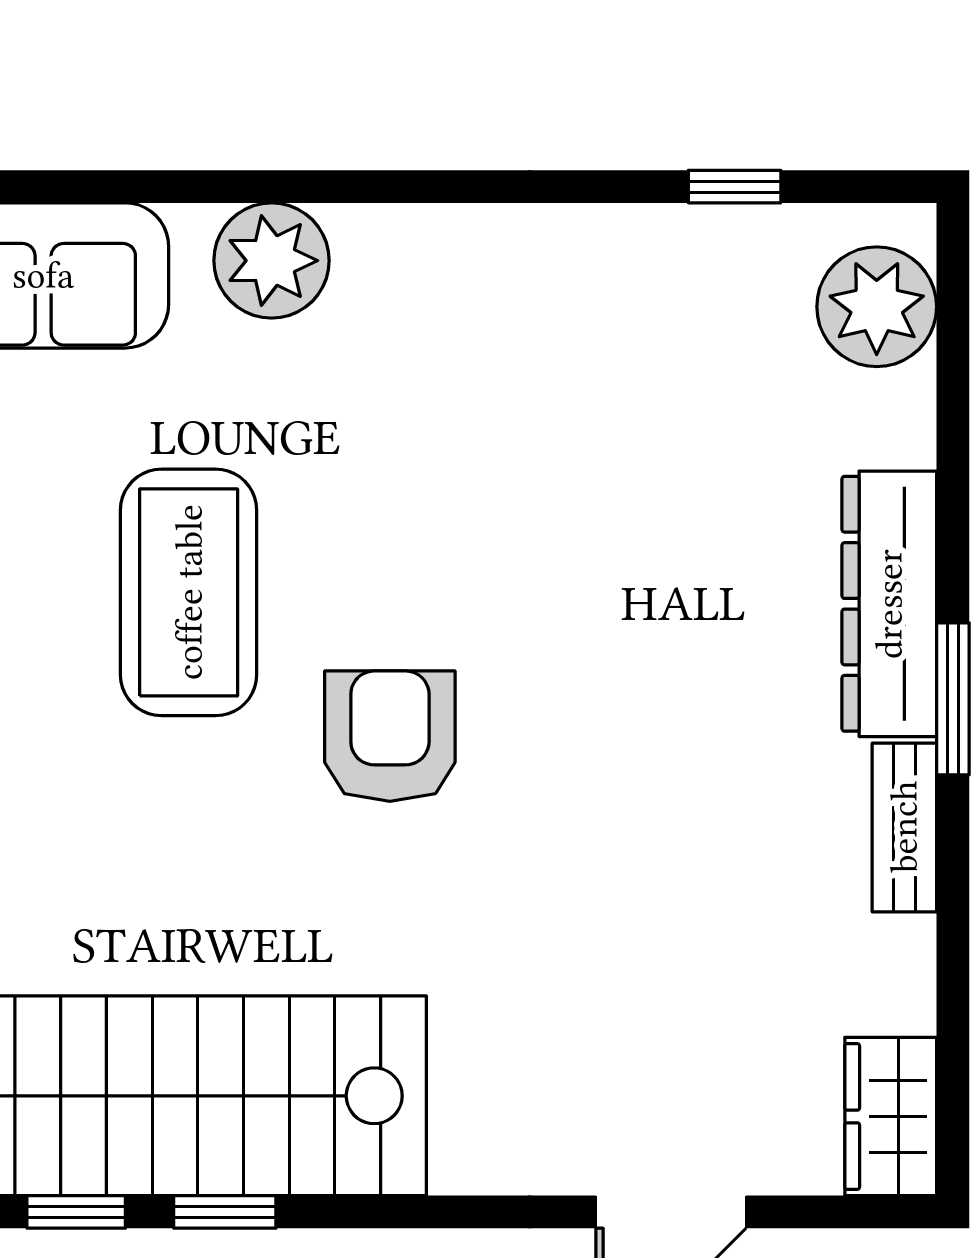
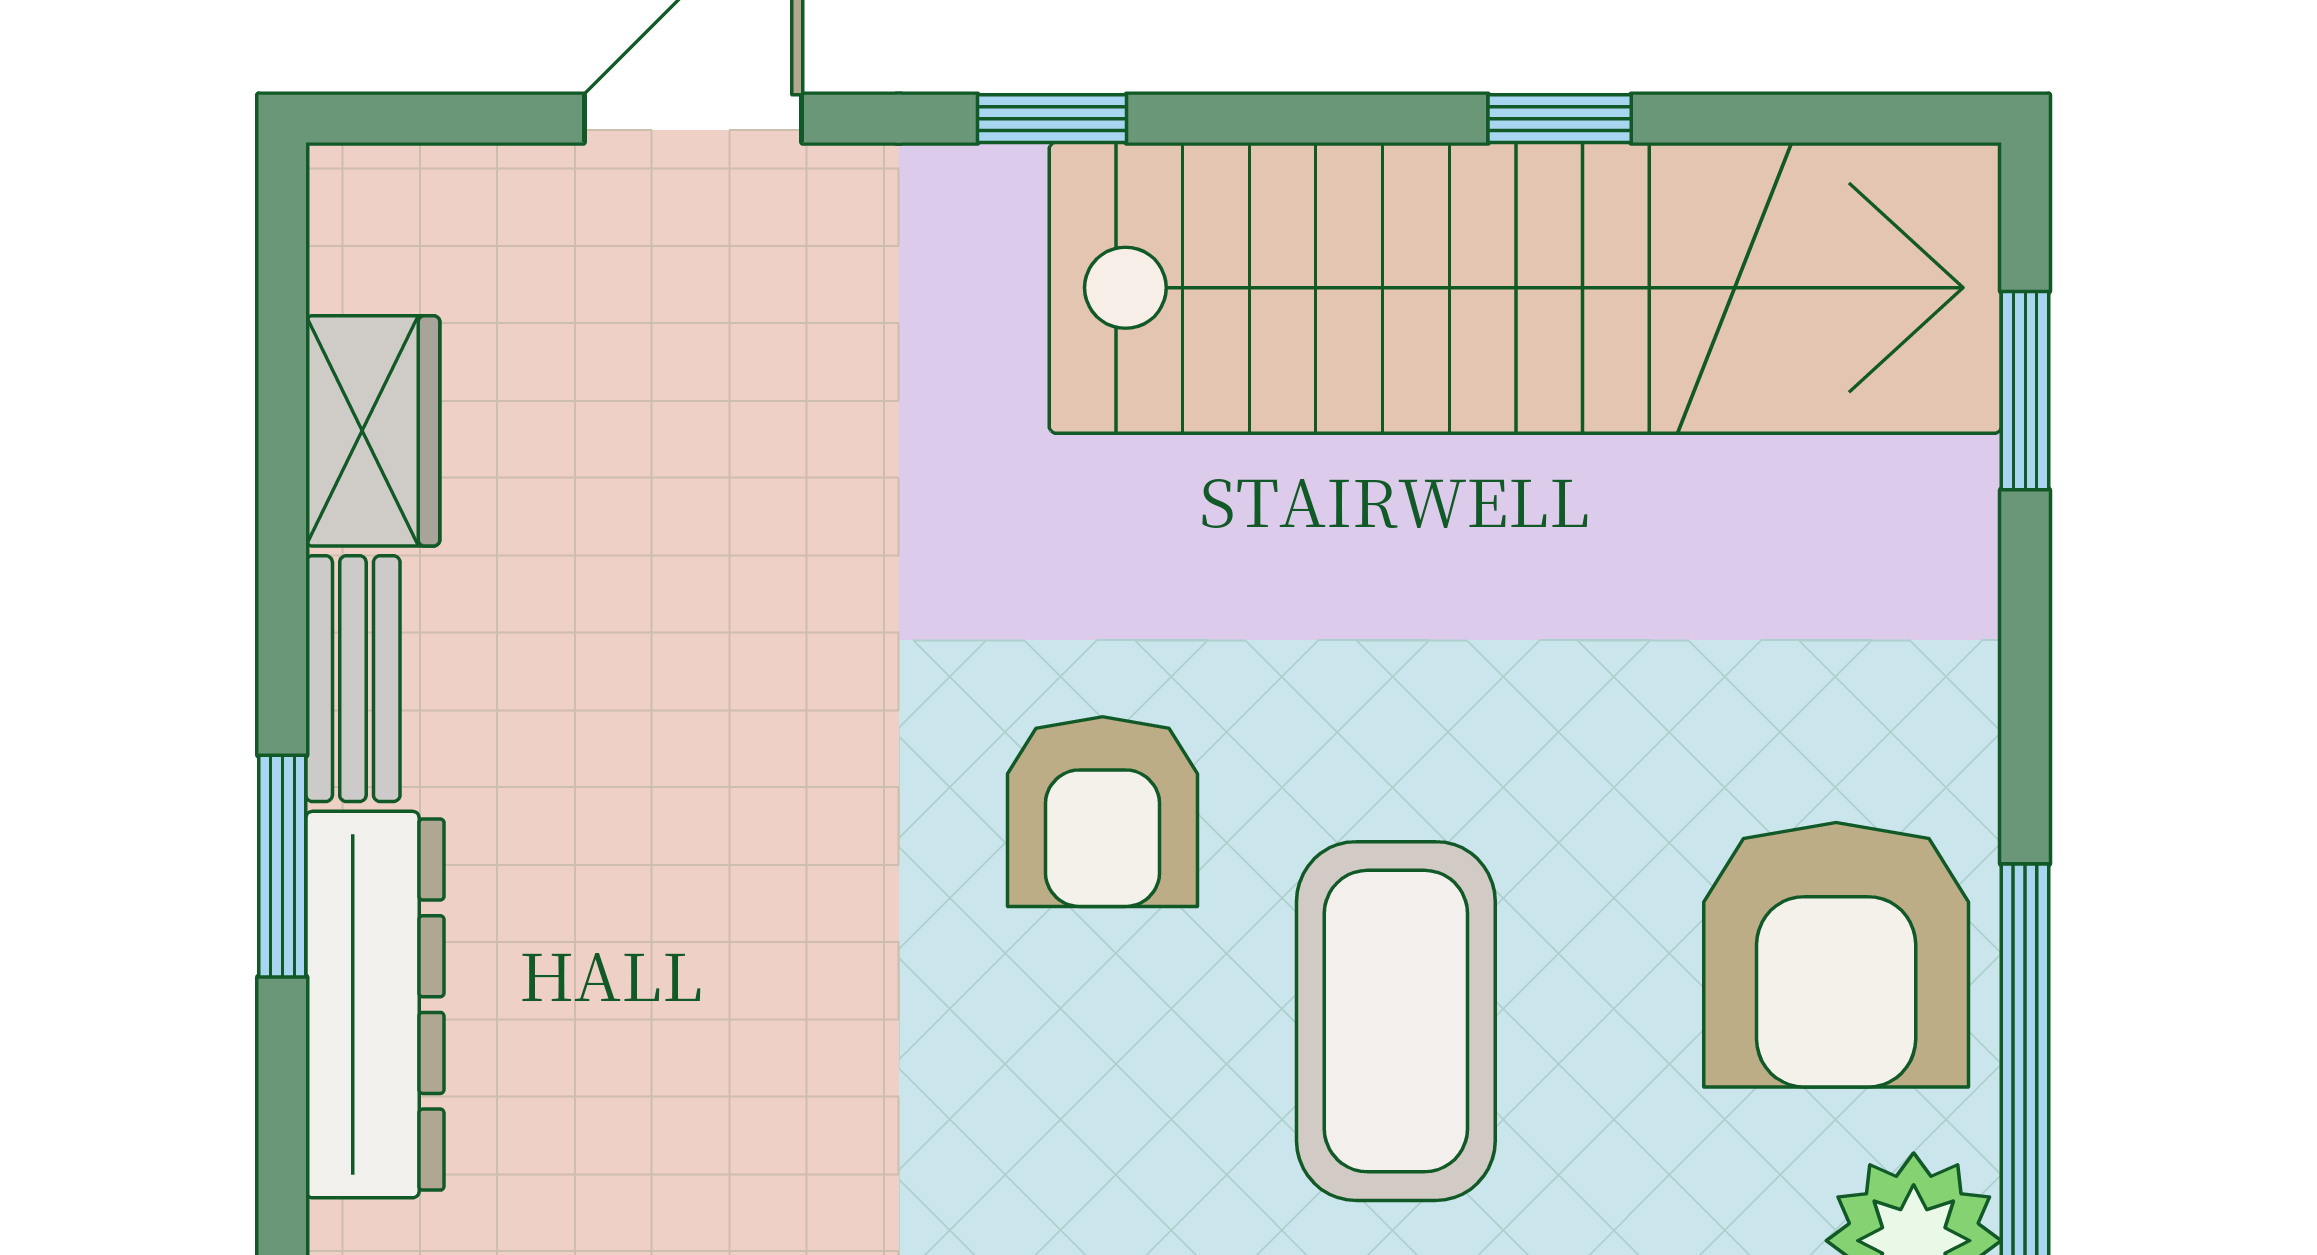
wardrobe: (891, 1116) -> (373, 431), moved
window: (225, 1212) -> (1052, 119), moved

